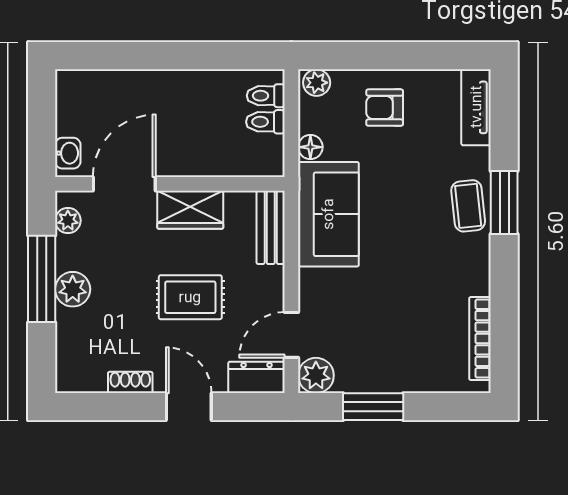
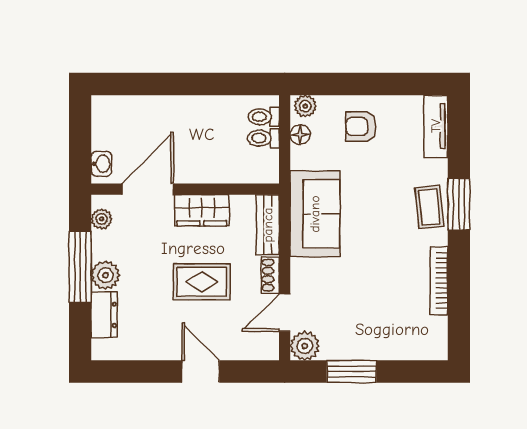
floor lamp: (310, 147) -> (300, 135), moved
bookcase: (480, 339) -> (439, 281), moved
dresser: (257, 377) -> (104, 315), moved, turned 90
shoe rack: (130, 382) -> (270, 275), moved, turned -90

